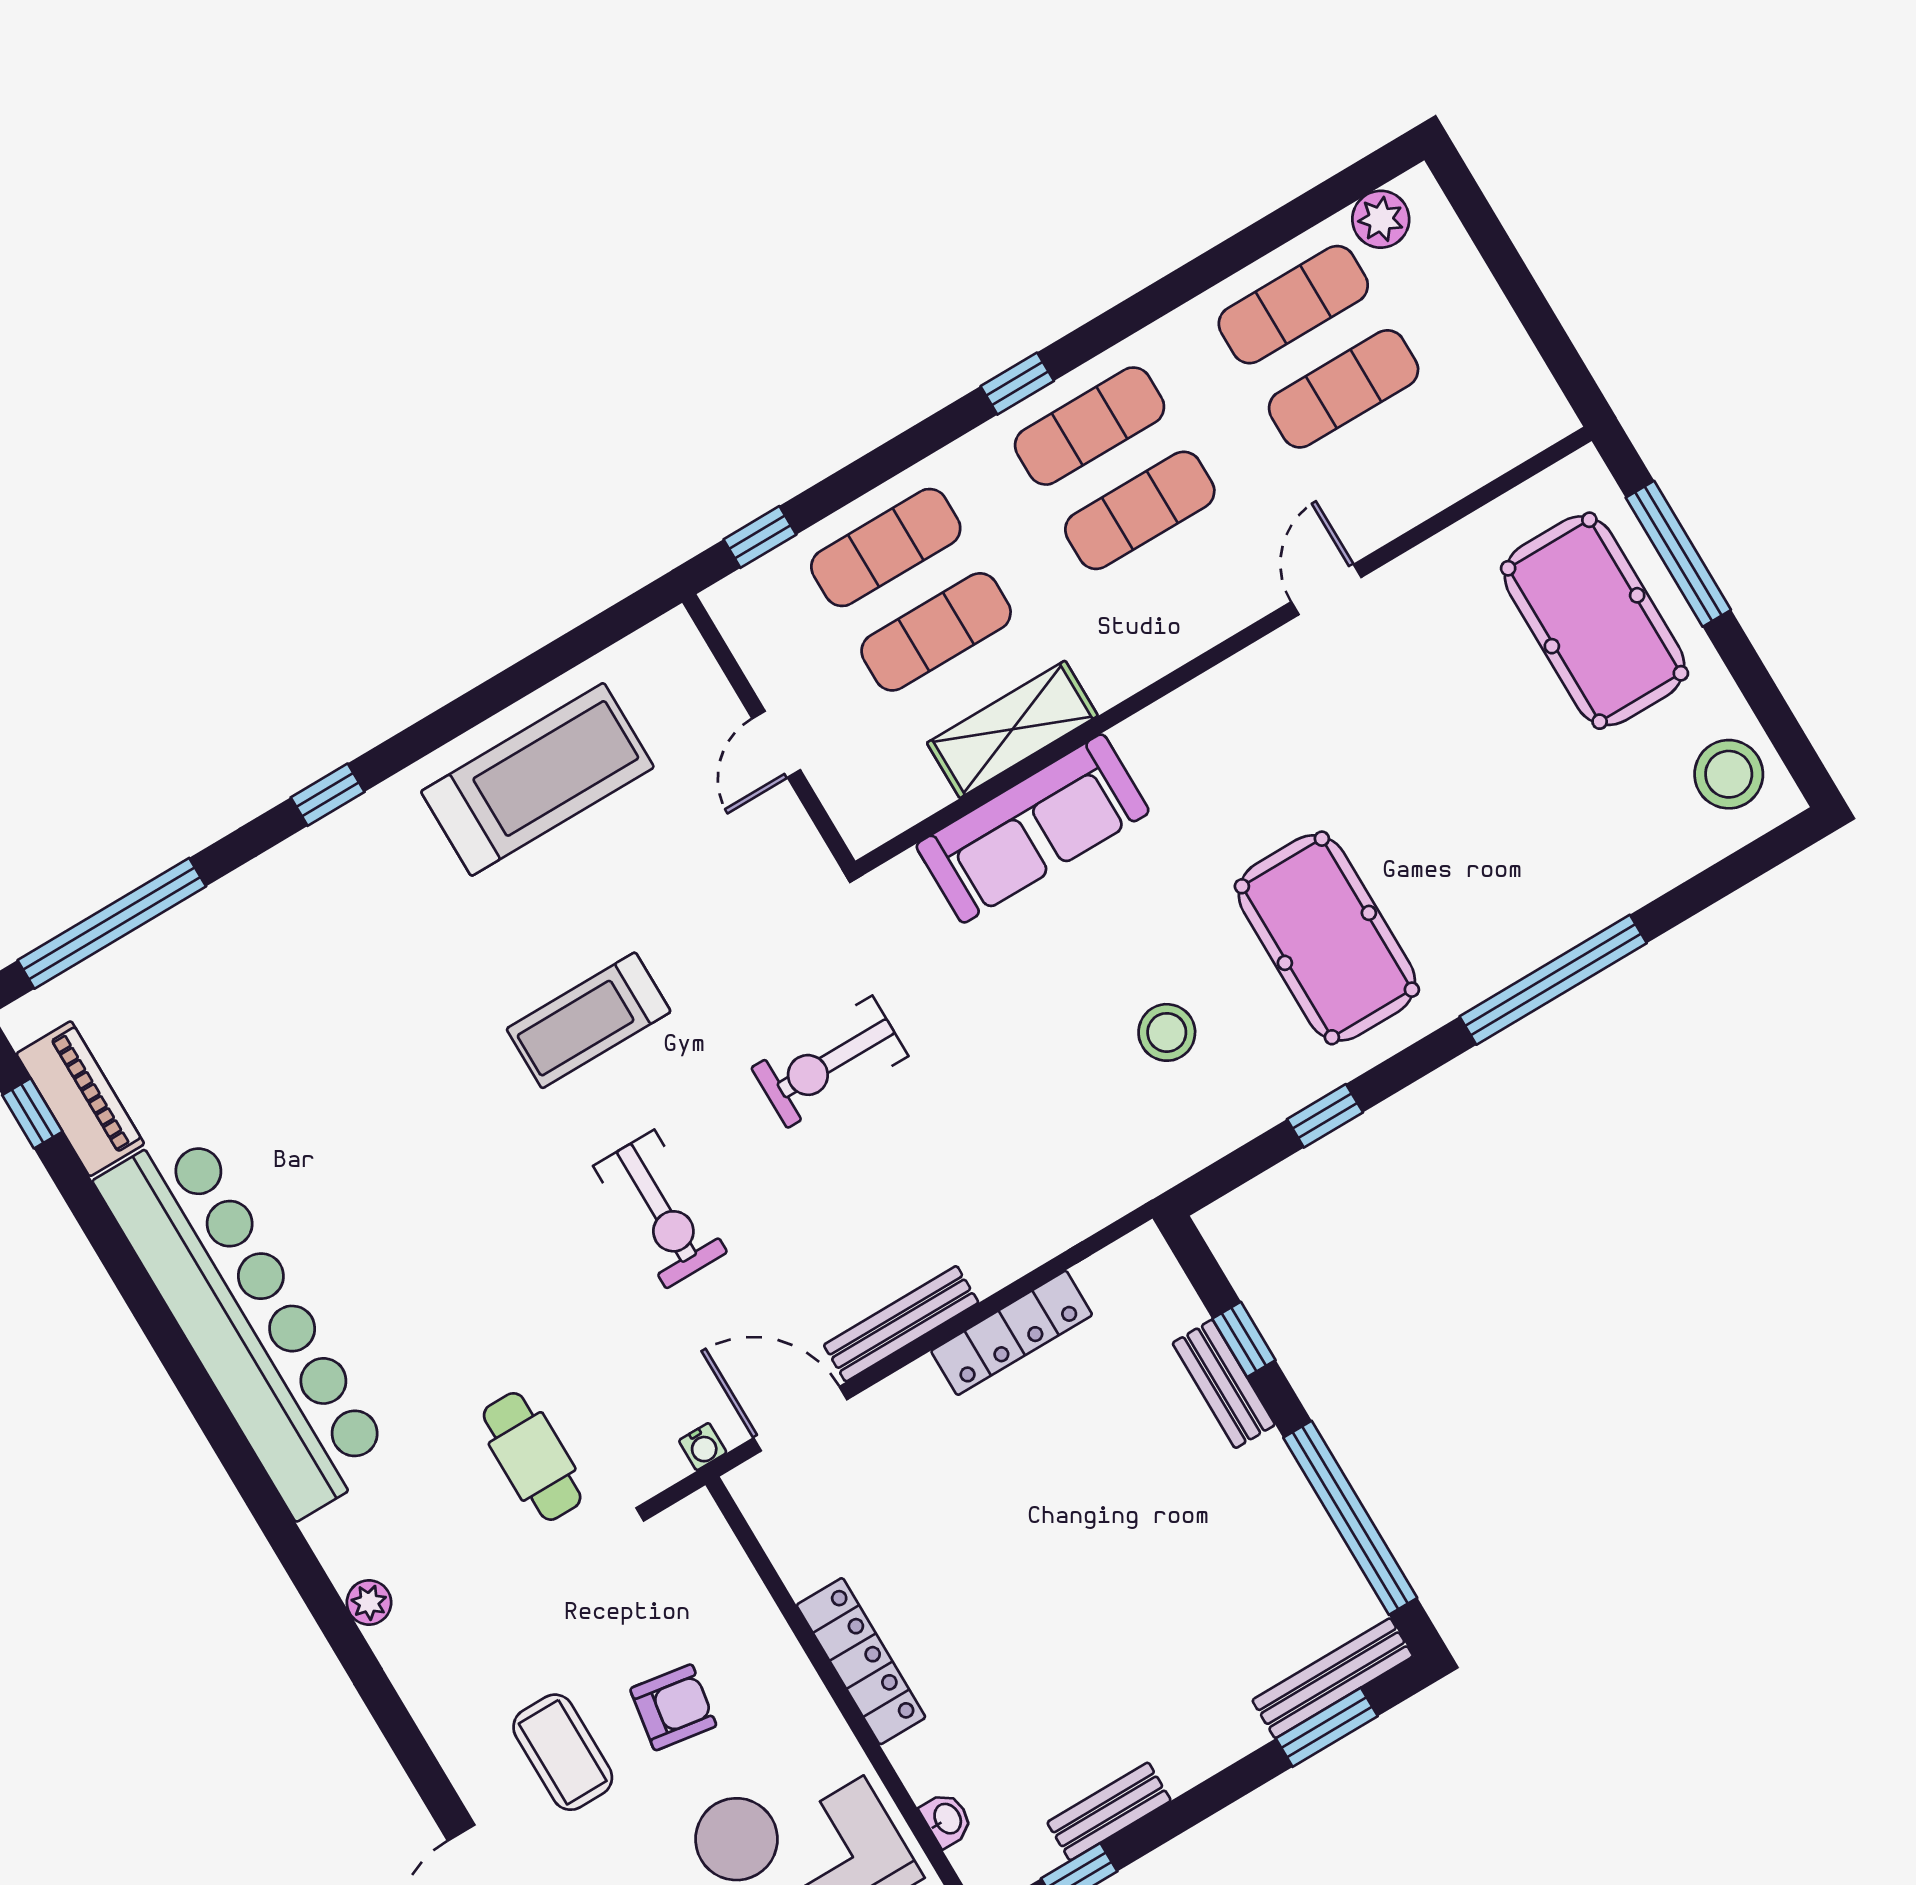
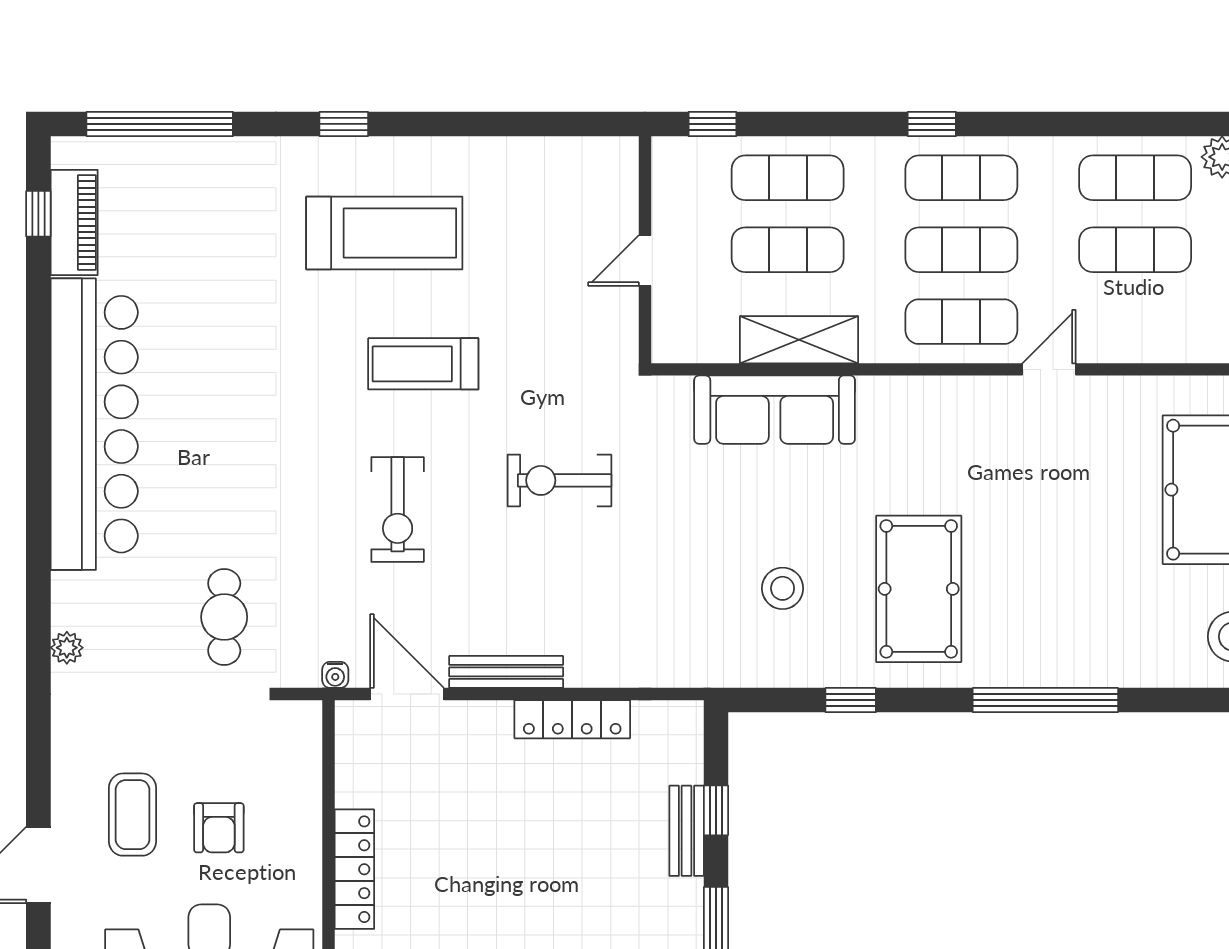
exercise mat: (1190, 595) -> (961, 322), added
treadmill: (537, 779) -> (384, 233), moved
armchair: (673, 1707) -> (219, 828), turned 81

